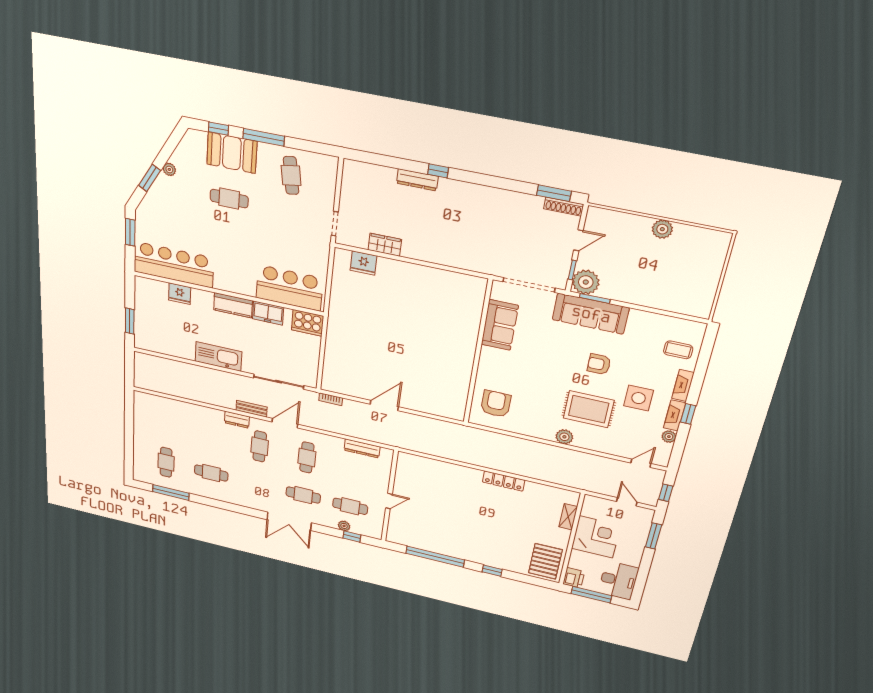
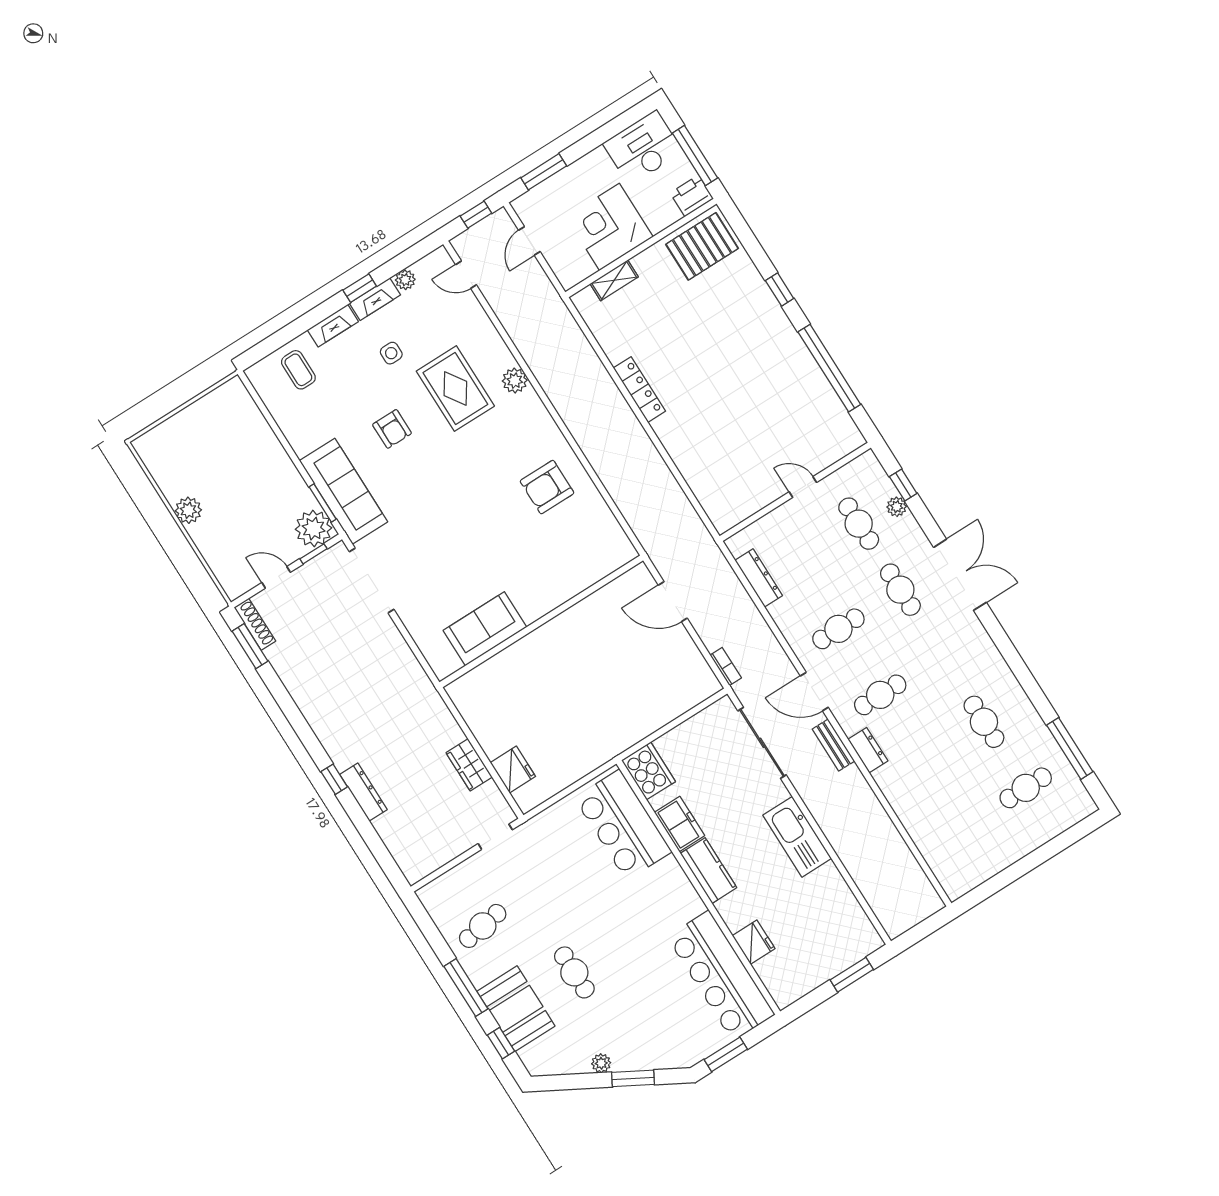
sofa: (500, 325) -> (485, 629), moved
wall: (478, 353) -> (541, 621), moved
side table: (639, 398) -> (391, 353), width x0.54, depth x0.54

